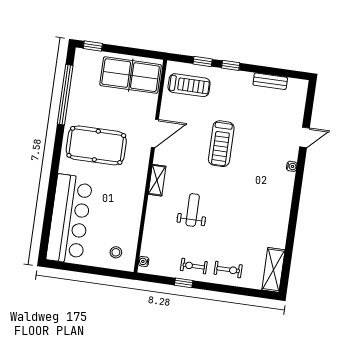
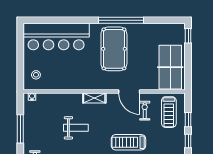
window: (65, 95) -> (121, 20), moved
exercise bike: (194, 266) -> (145, 111), moved
window: (184, 283) -> (20, 129), width x2.17

